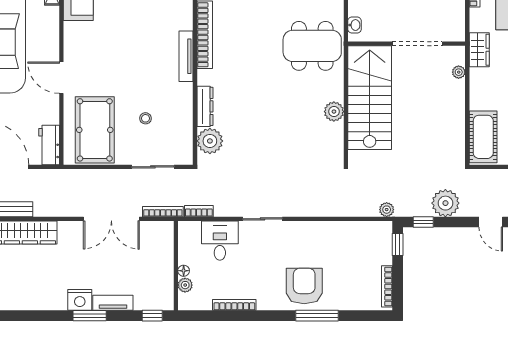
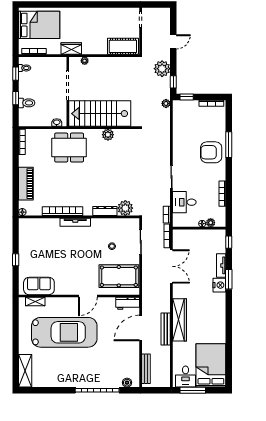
dining table: (312, 46) -> (69, 148), turned 90

